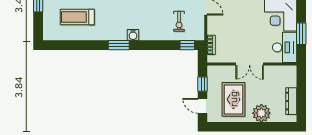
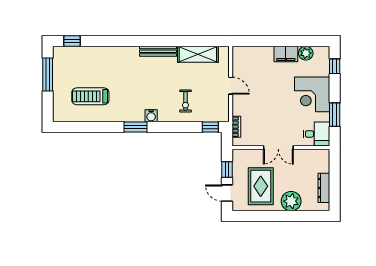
exercise bike: (179, 21) -> (185, 101), moved
desk: (285, 47) -> (316, 134), width x0.73

